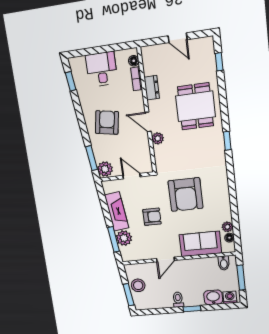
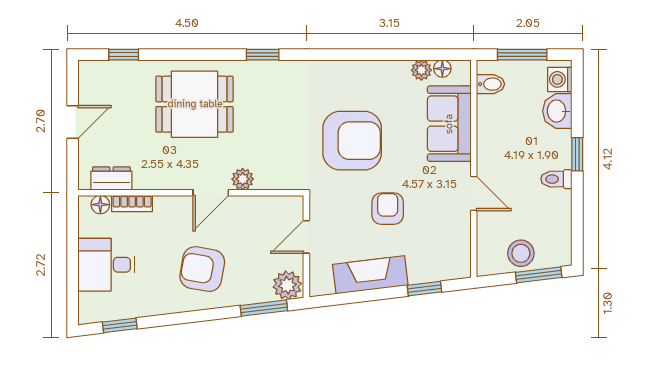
dresser: (152, 88) -> (111, 179), moved
plant: (124, 238) -> (424, 268), removed
window: (114, 239) -> (424, 289), width x0.67

